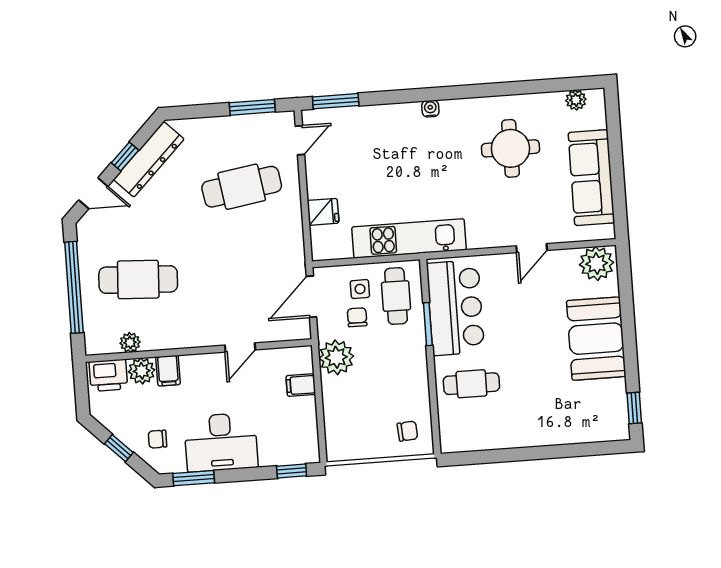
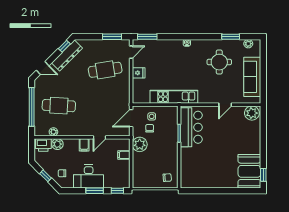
window: (533, 87) -> (231, 37), added
window: (125, 156) -> (64, 46), moved
fridge: (323, 212) -> (139, 73), moved
cafe table: (396, 296) -> (167, 121), removed
booth: (596, 339) -> (249, 171), moved
filing cabinet: (168, 371) -> (84, 145), moved
cafe table: (471, 384) -> (196, 160), removed
window: (194, 478) -> (95, 191), moved

